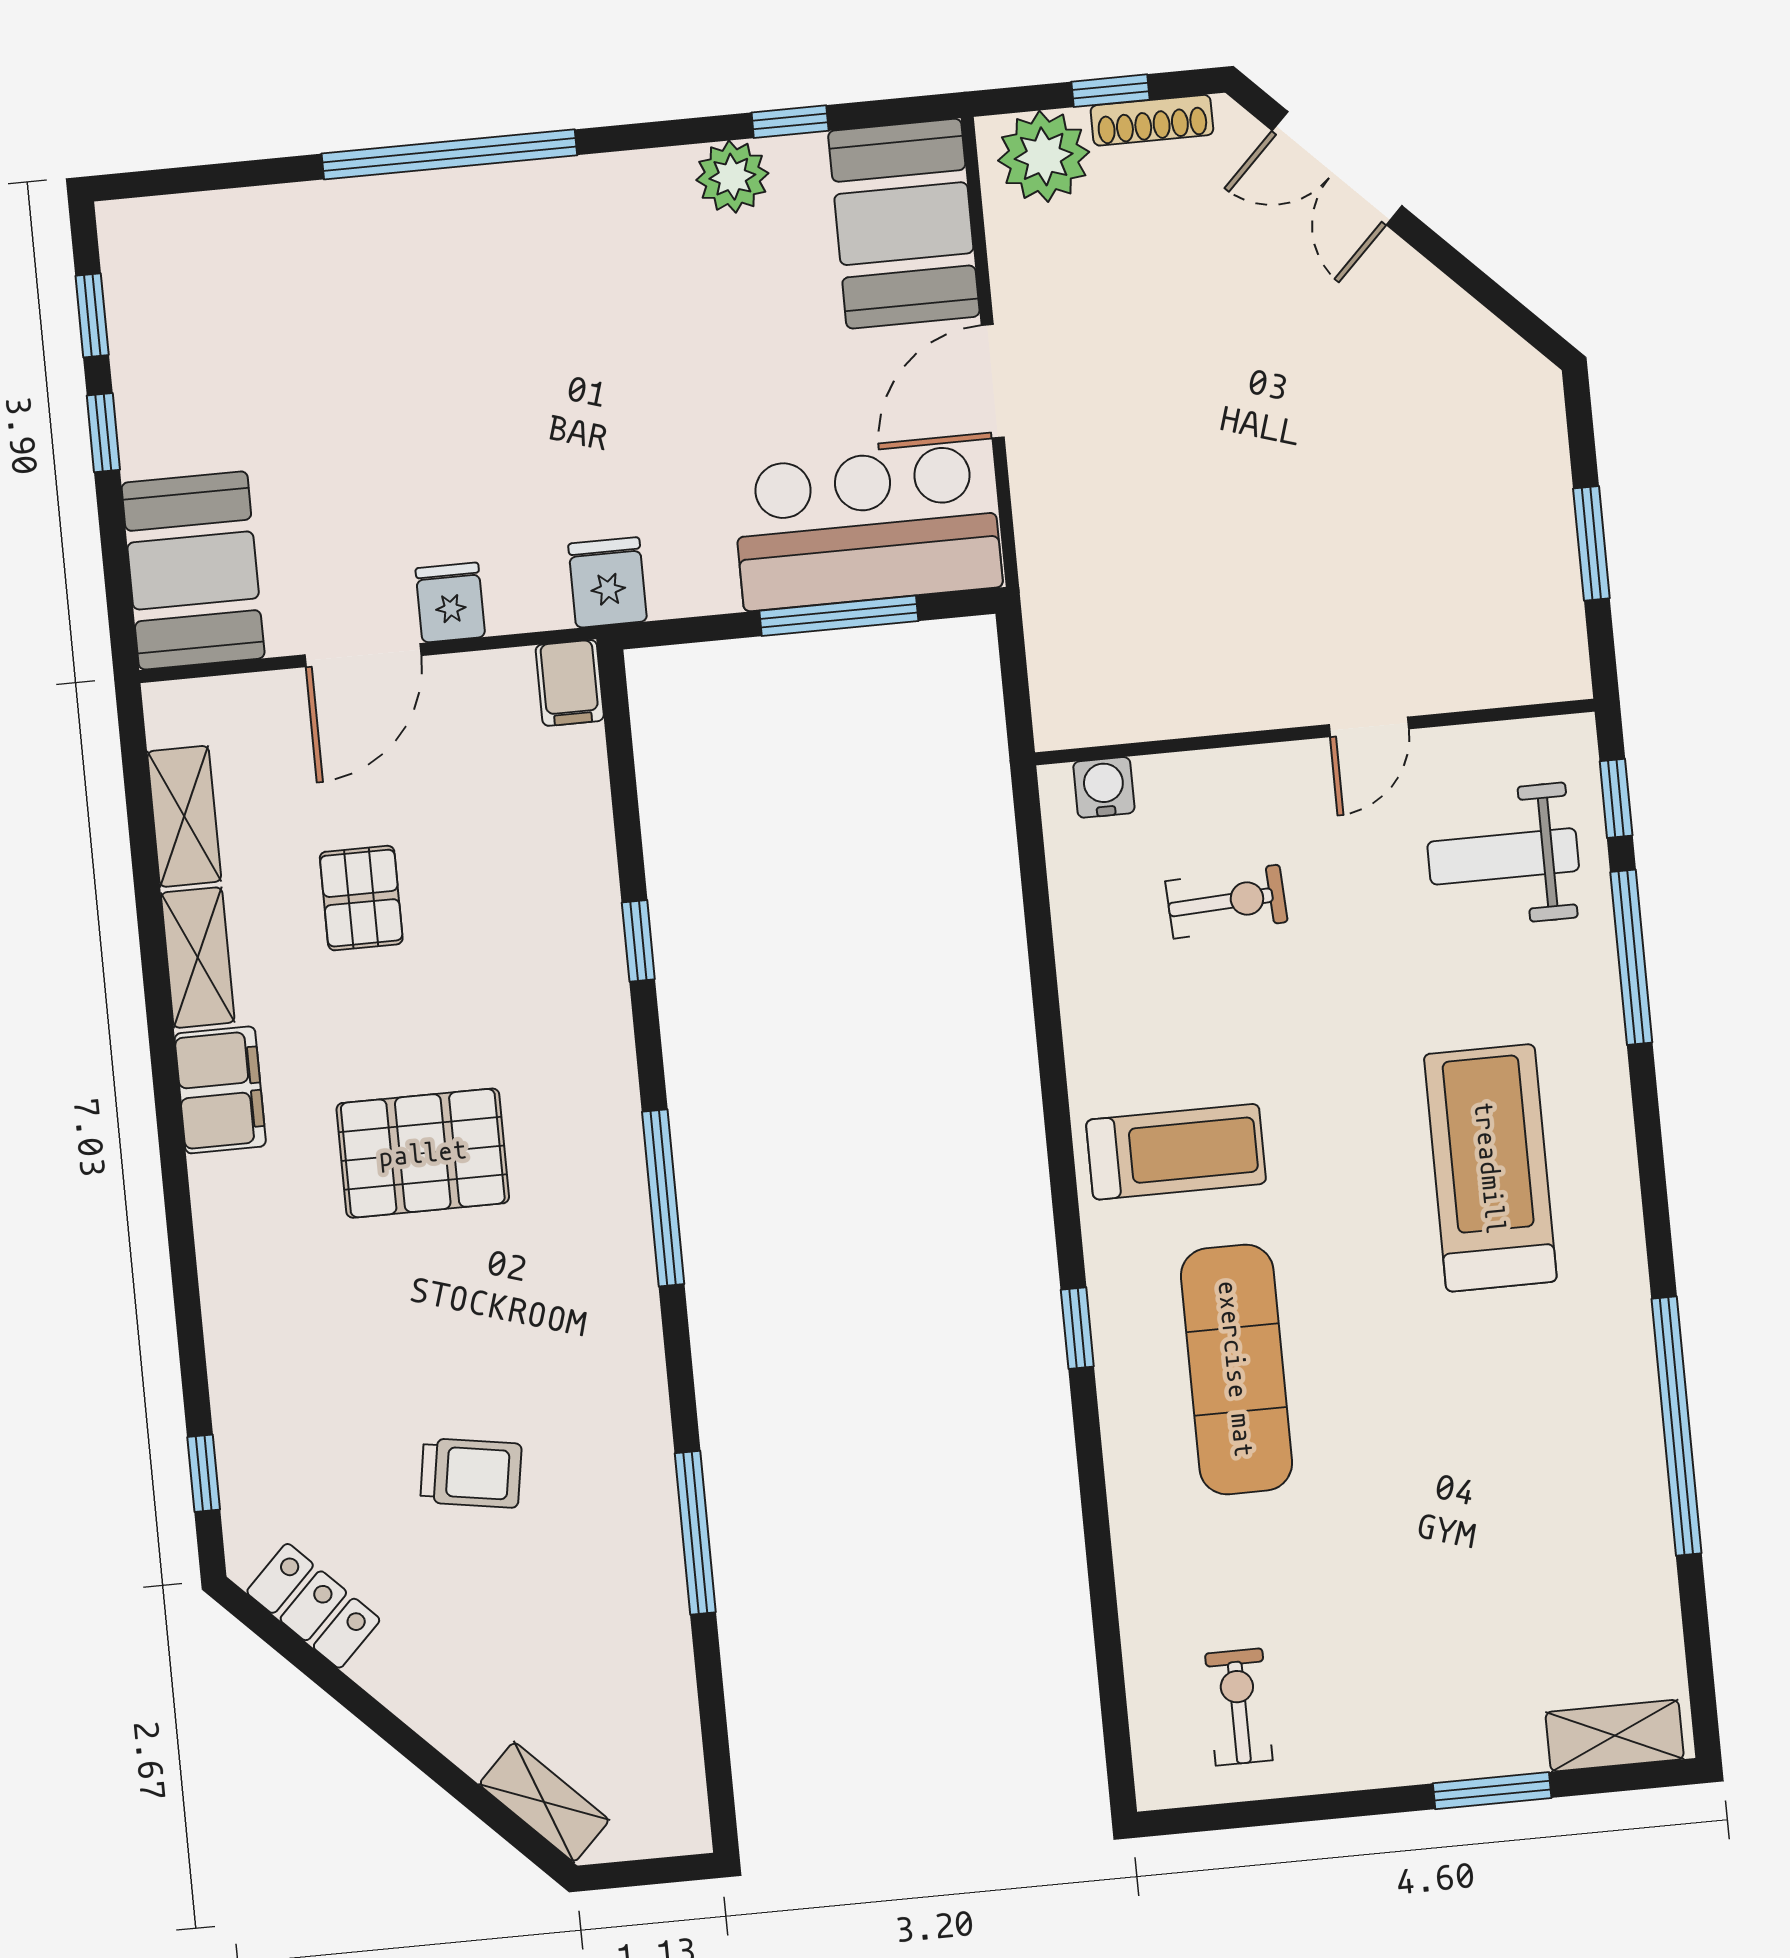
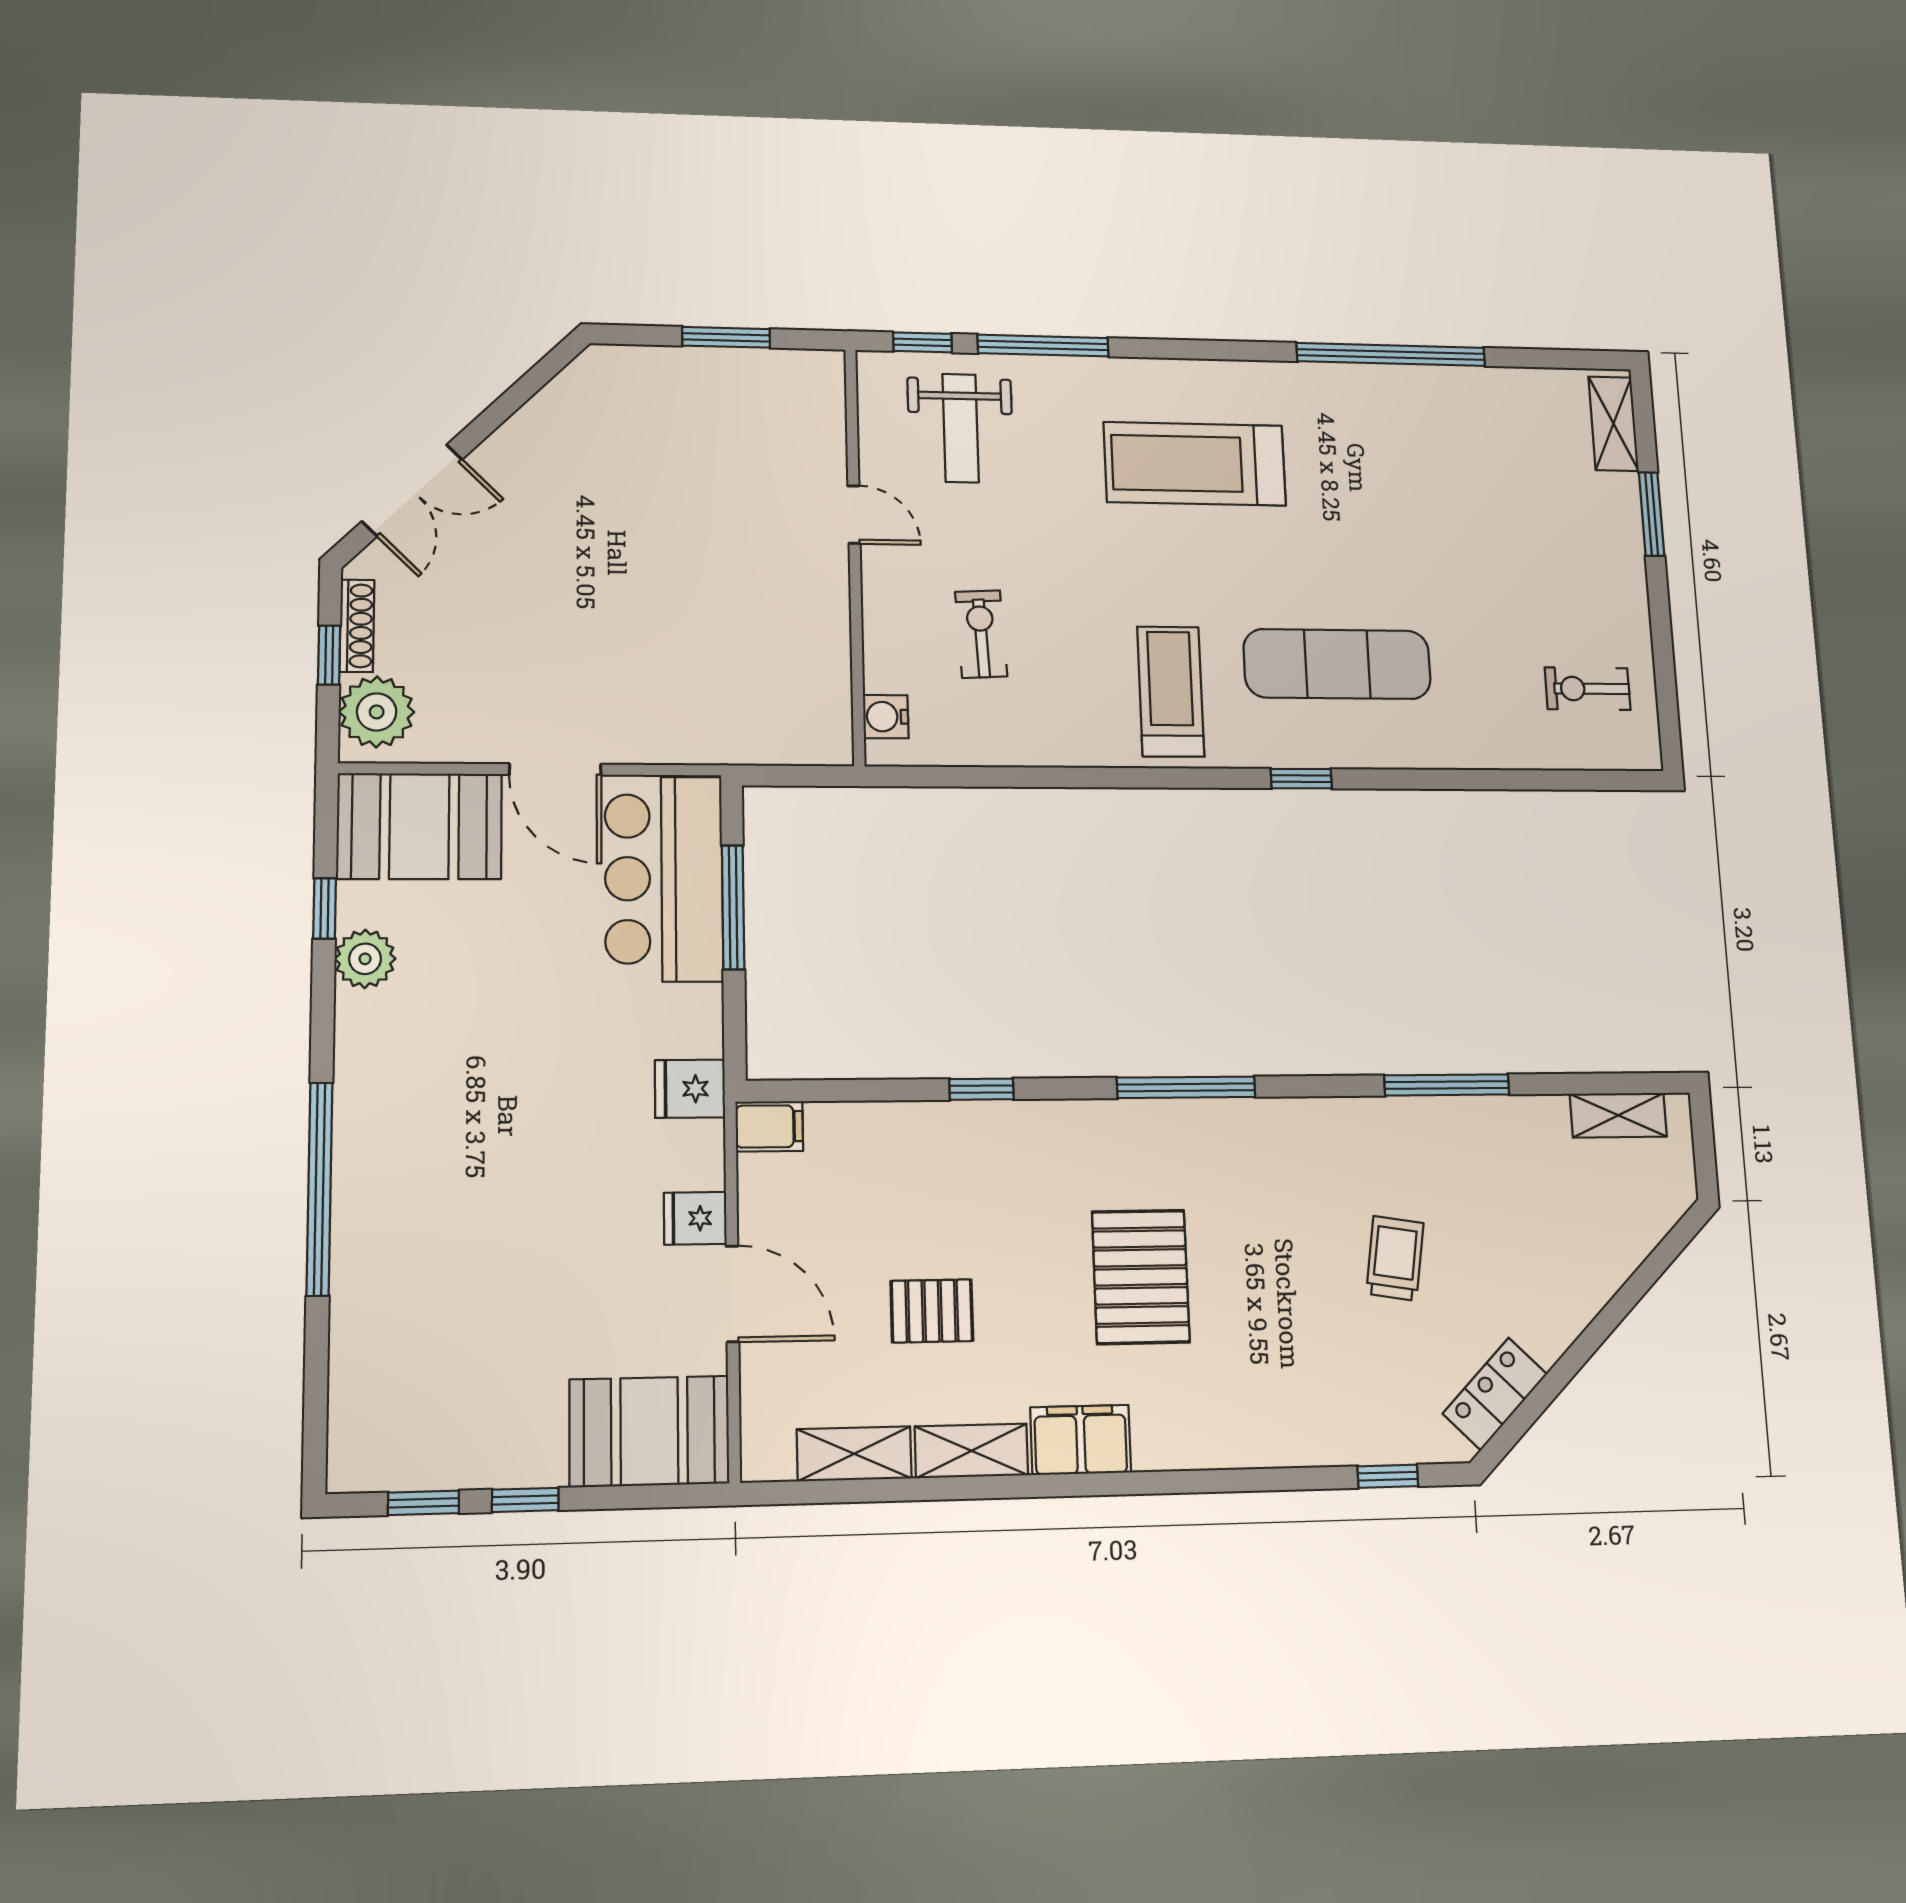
shelving: (544, 1802) -> (1618, 1115), moved, turned 45

